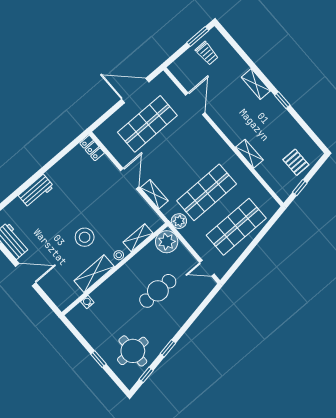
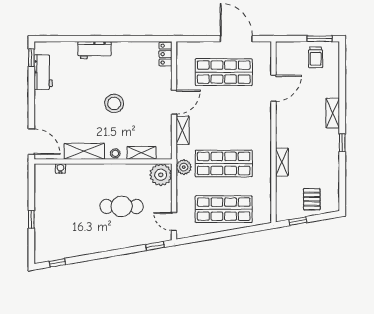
stool: (85, 237) -> (114, 103), moved
door: (26, 275) -> (31, 142), moved
window: (168, 348) -> (155, 246), moved
round table: (133, 351) -> (63, 236), removed

